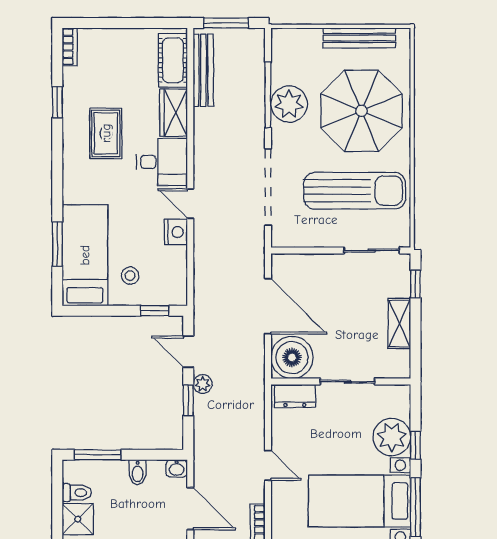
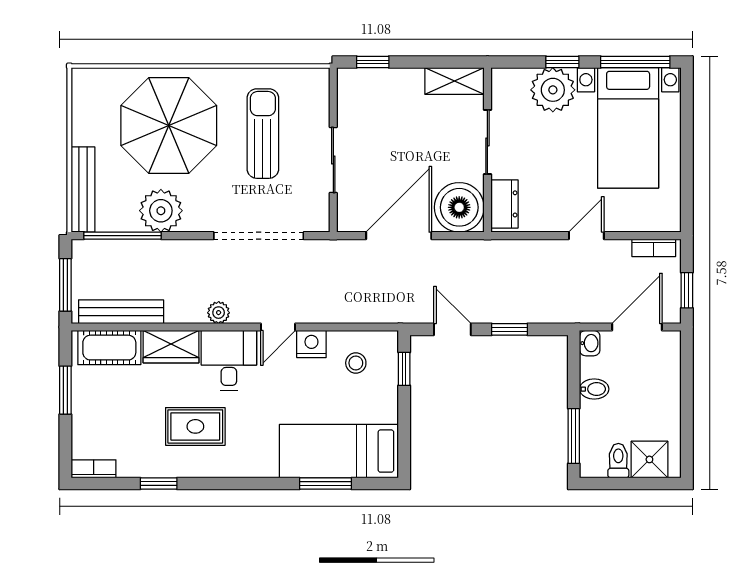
window: (137, 23) -> (65, 390), added
bench: (359, 38) -> (83, 190), moved
window: (268, 95) -> (122, 236), moved
sun lounger: (355, 191) -> (263, 134), width x0.73, depth x0.75
sliding door: (372, 251) -> (333, 160), moved
stool: (130, 276) -> (356, 363), moved
shelving: (399, 323) -> (454, 81), moved
door: (188, 352) -> (452, 329), swing flipped
plant: (203, 384) -> (219, 313), moved

